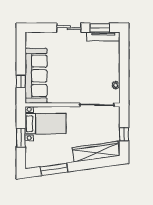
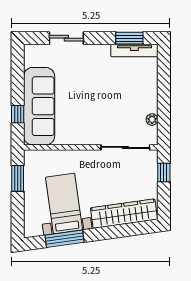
sliding door: (69, 28) -> (66, 38), moved
bed with nightstands: (45, 124) -> (64, 204), moved, turned -98
window: (124, 134) -> (164, 173), moved
window: (21, 138) -> (18, 178), moved

